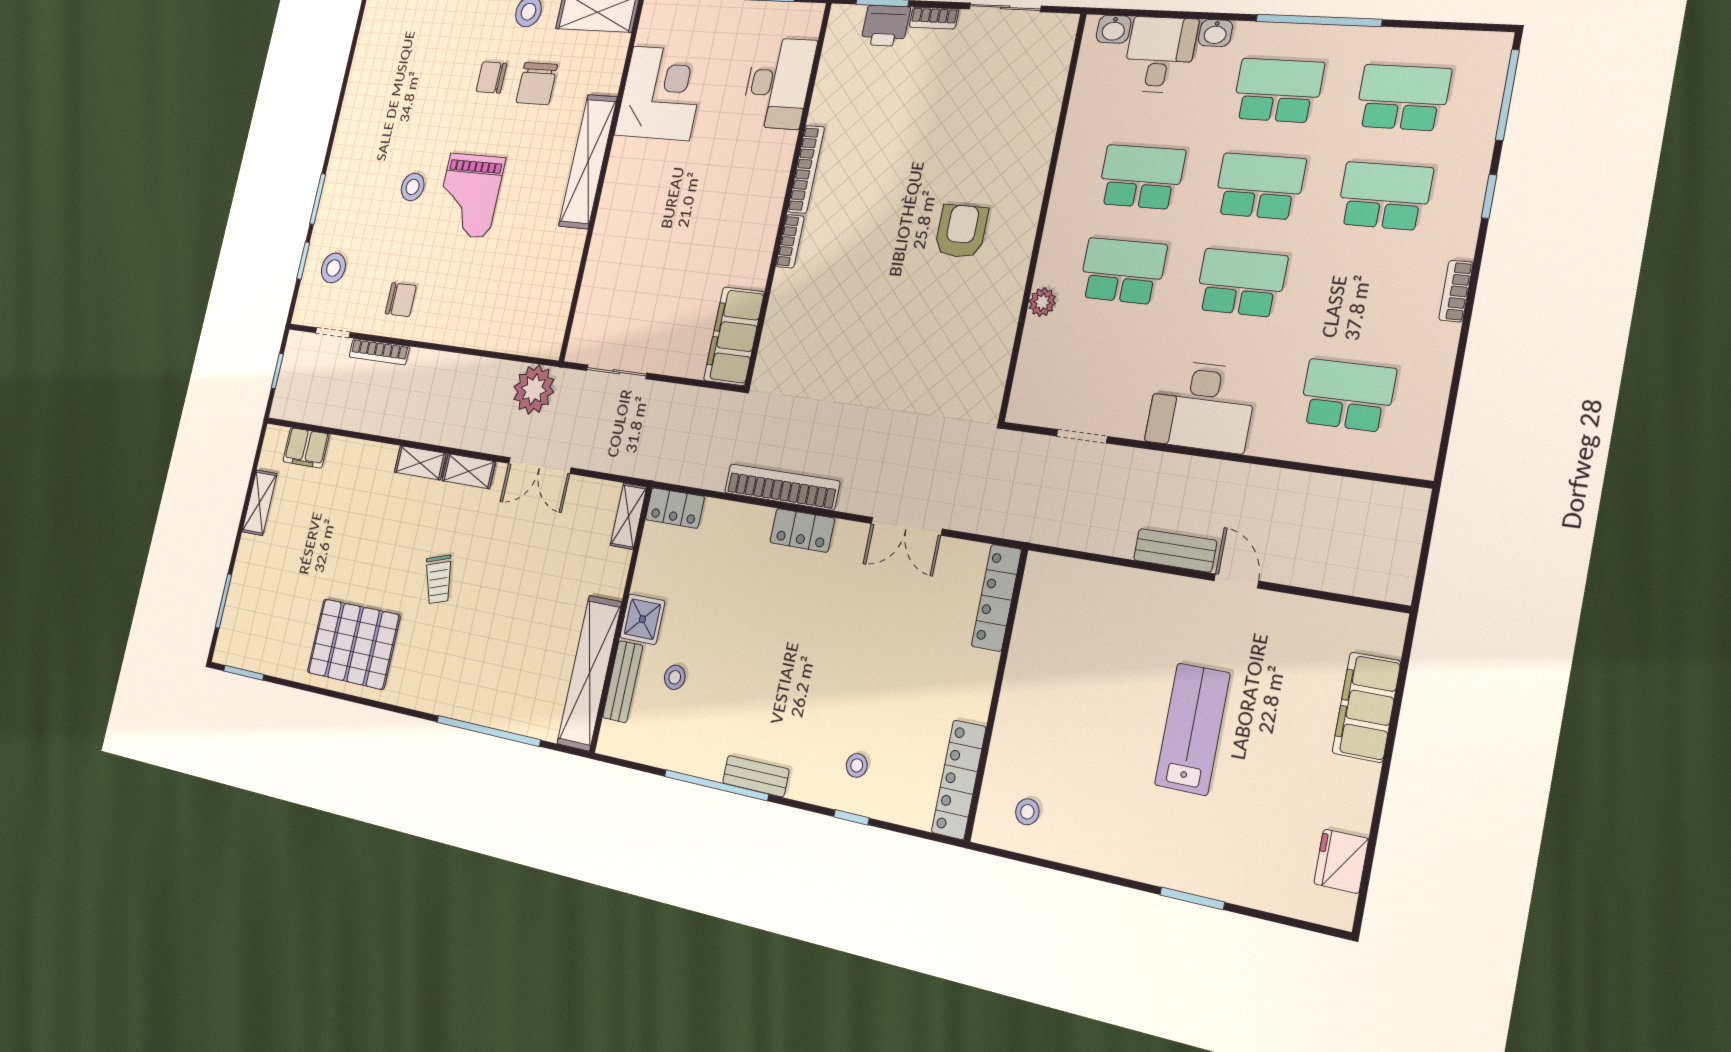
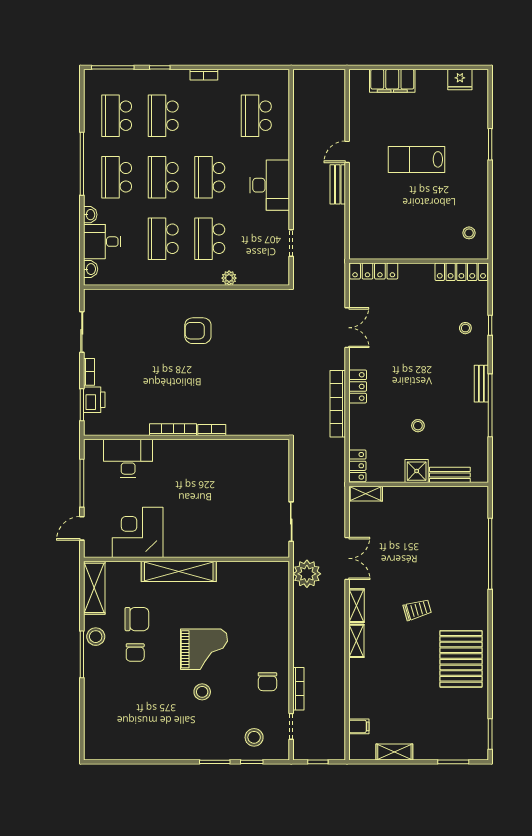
chair: (401, 300) -> (267, 682), turned 180
filing cabinet: (734, 336) -> (264, 452), removed
filing cabinet: (306, 448) -> (359, 726), width x0.50
shelving: (589, 673) -> (449, 497), removed
stool: (675, 677) -> (418, 426), moved

